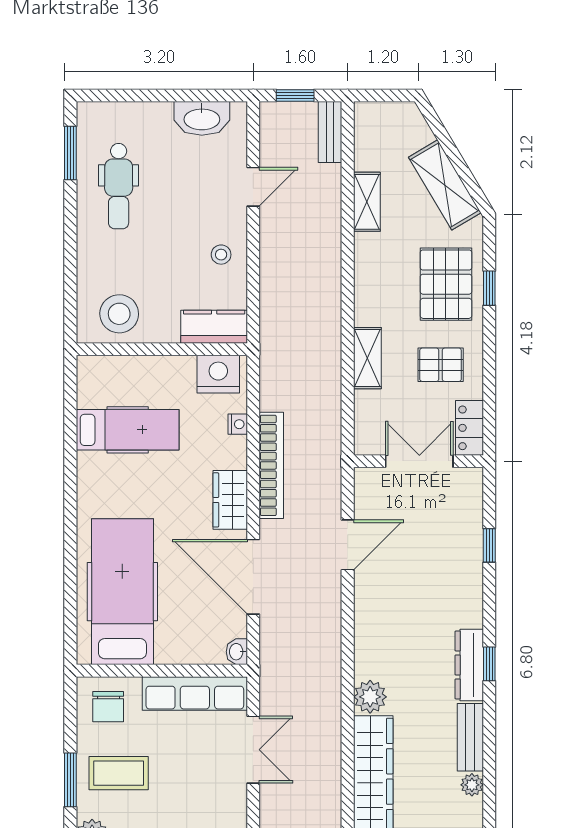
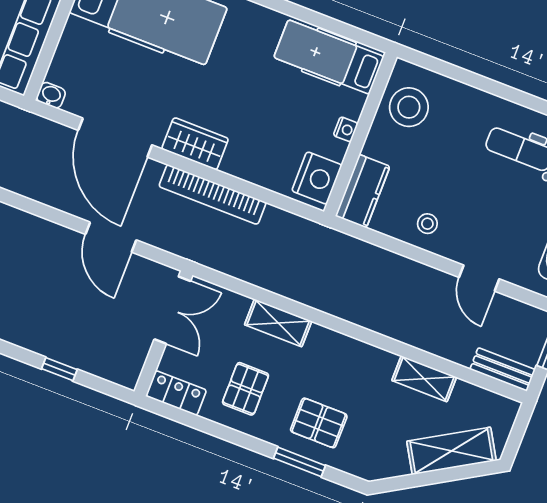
shelving: (445, 185) -> (451, 451), moved
pallet: (446, 284) -> (319, 423), width x0.67, depth x0.71
window: (489, 288) -> (300, 462), width x1.50
nightstand: (238, 424) -> (346, 129), moved, turned -90
hospital bed: (128, 430) -> (329, 57), moved, turned 90
double door: (419, 461) -> (172, 310), moved
door: (253, 577) -> (115, 138), swing flipped

